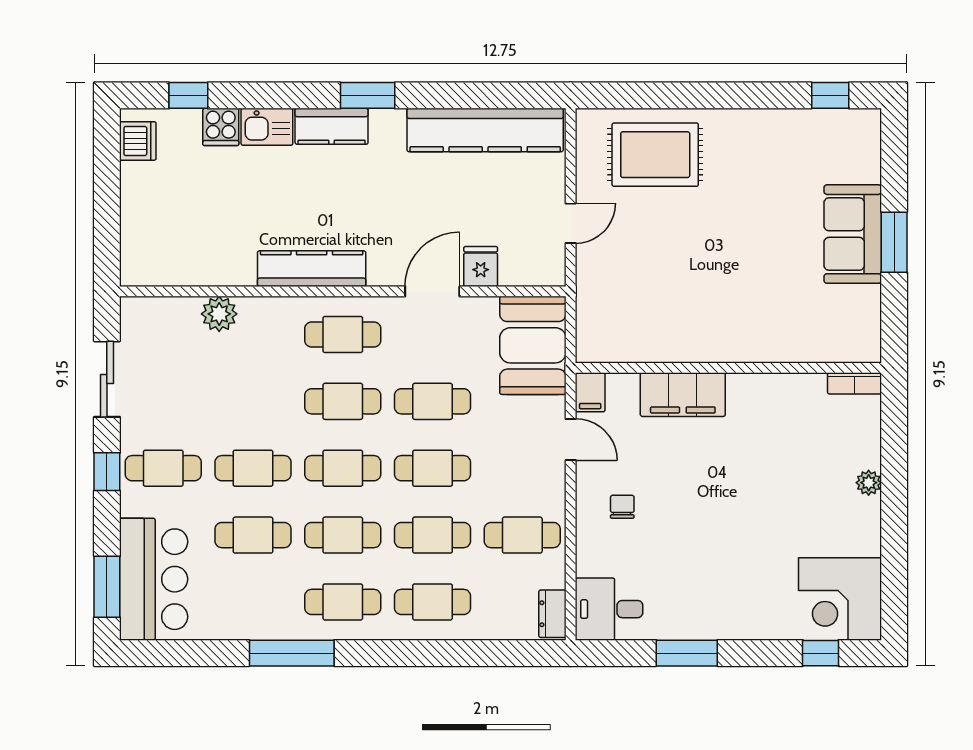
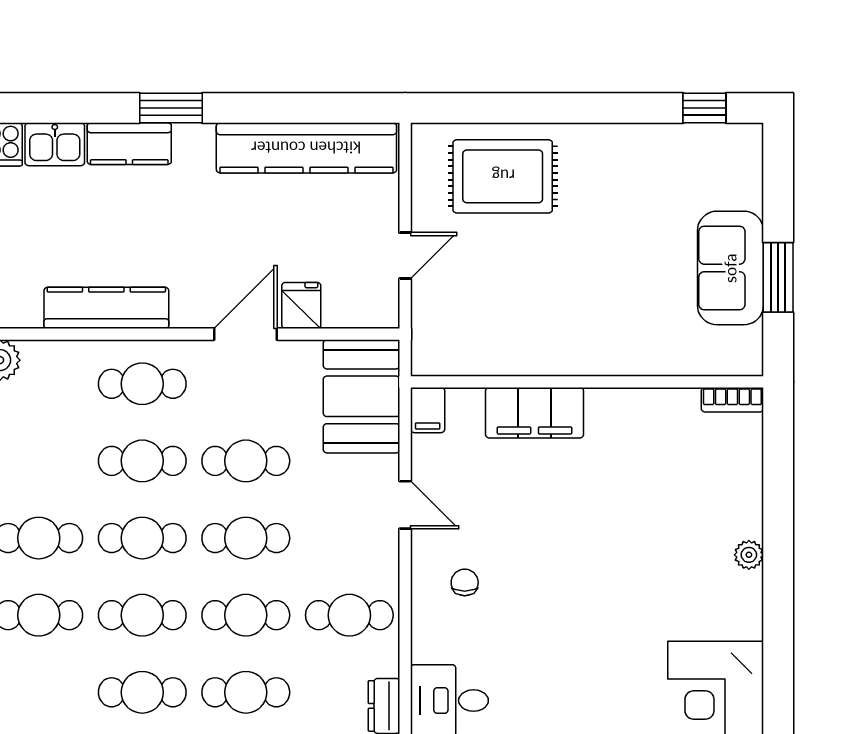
wall: (728, 368) -> (587, 382), moved
bookcase: (854, 383) -> (732, 400), moved
filing cabinet: (590, 392) -> (428, 410), moved
filing cabinet: (683, 395) -> (535, 413), moved

